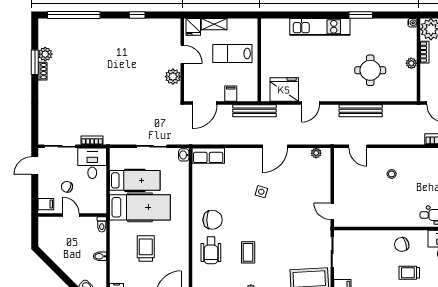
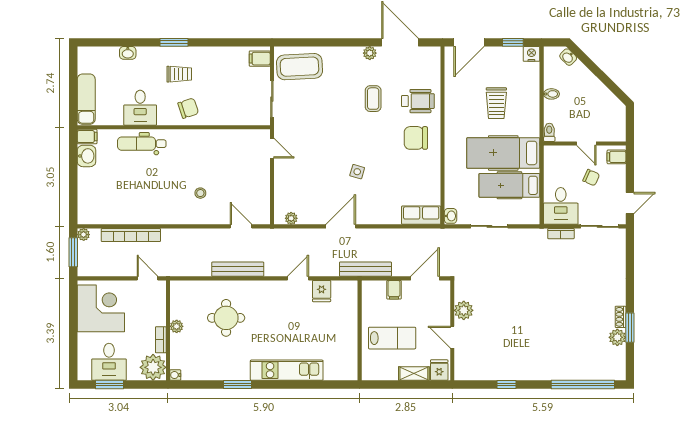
fridge: (284, 90) -> (322, 291), width x0.53, depth x0.75
wheelchair: (211, 250) -> (418, 101), turned 90

